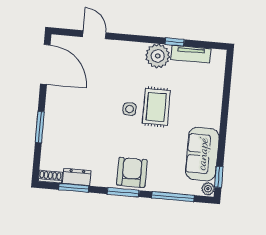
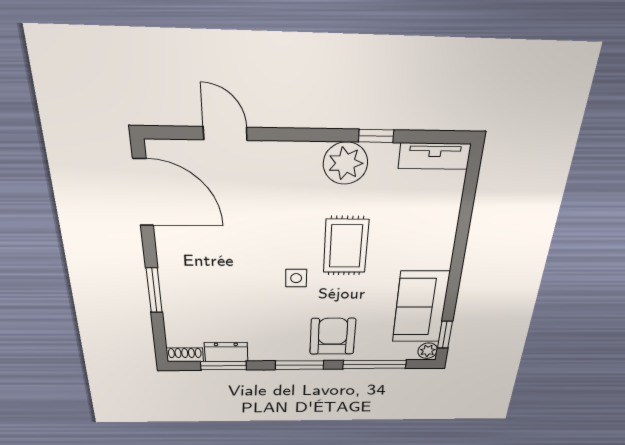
tv unit: (191, 54) -> (434, 156), moved
side table: (130, 109) -> (296, 278), moved
armchair: (132, 172) -> (333, 336), moved

